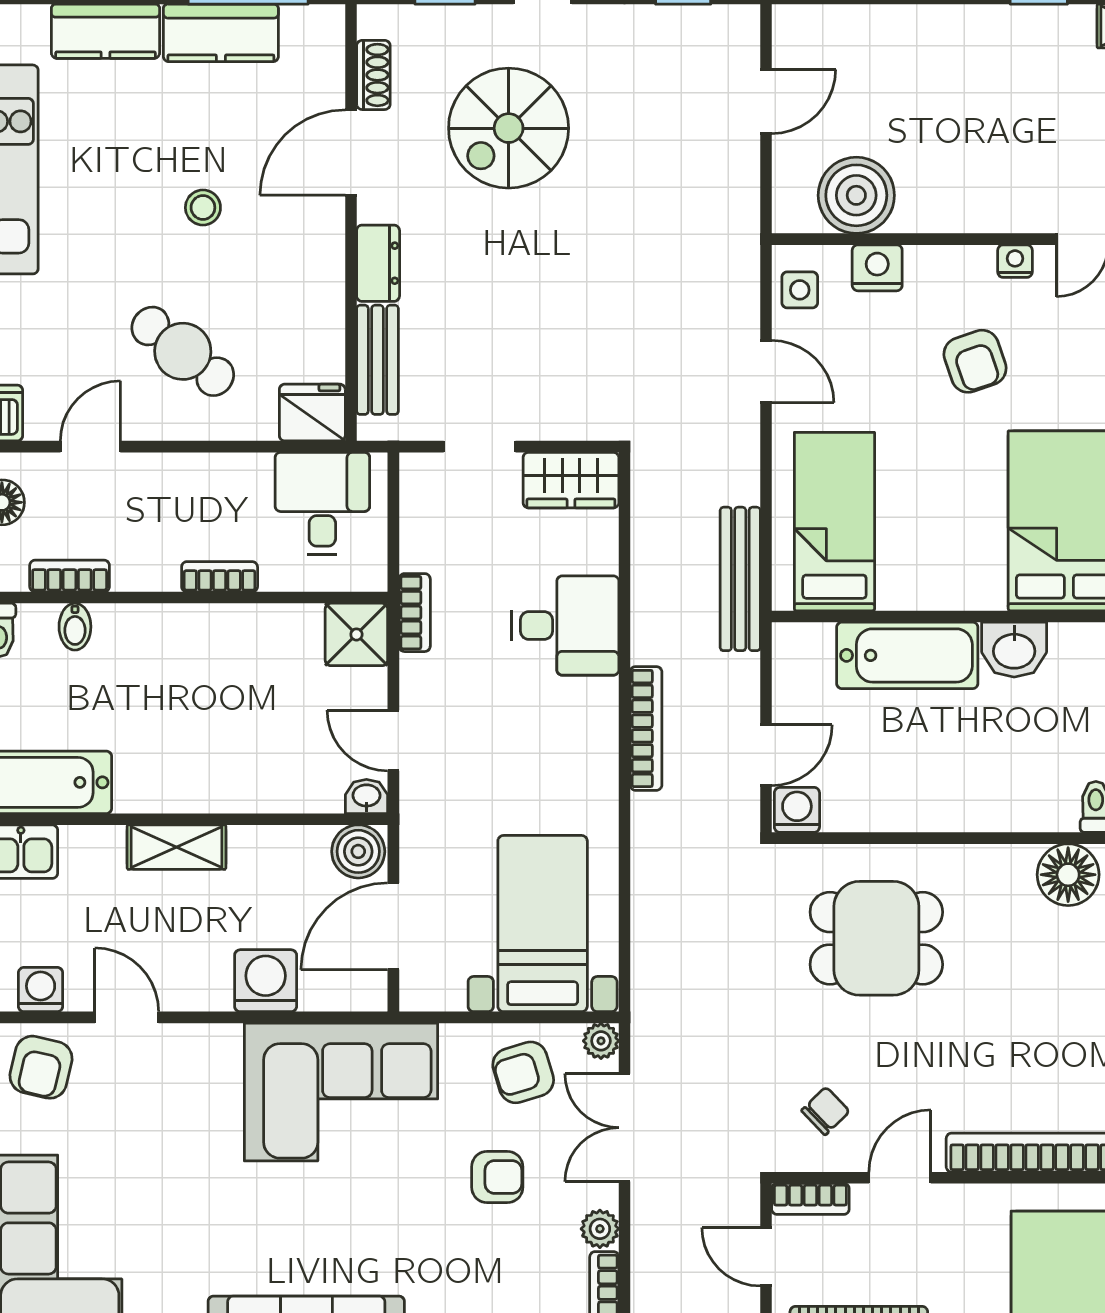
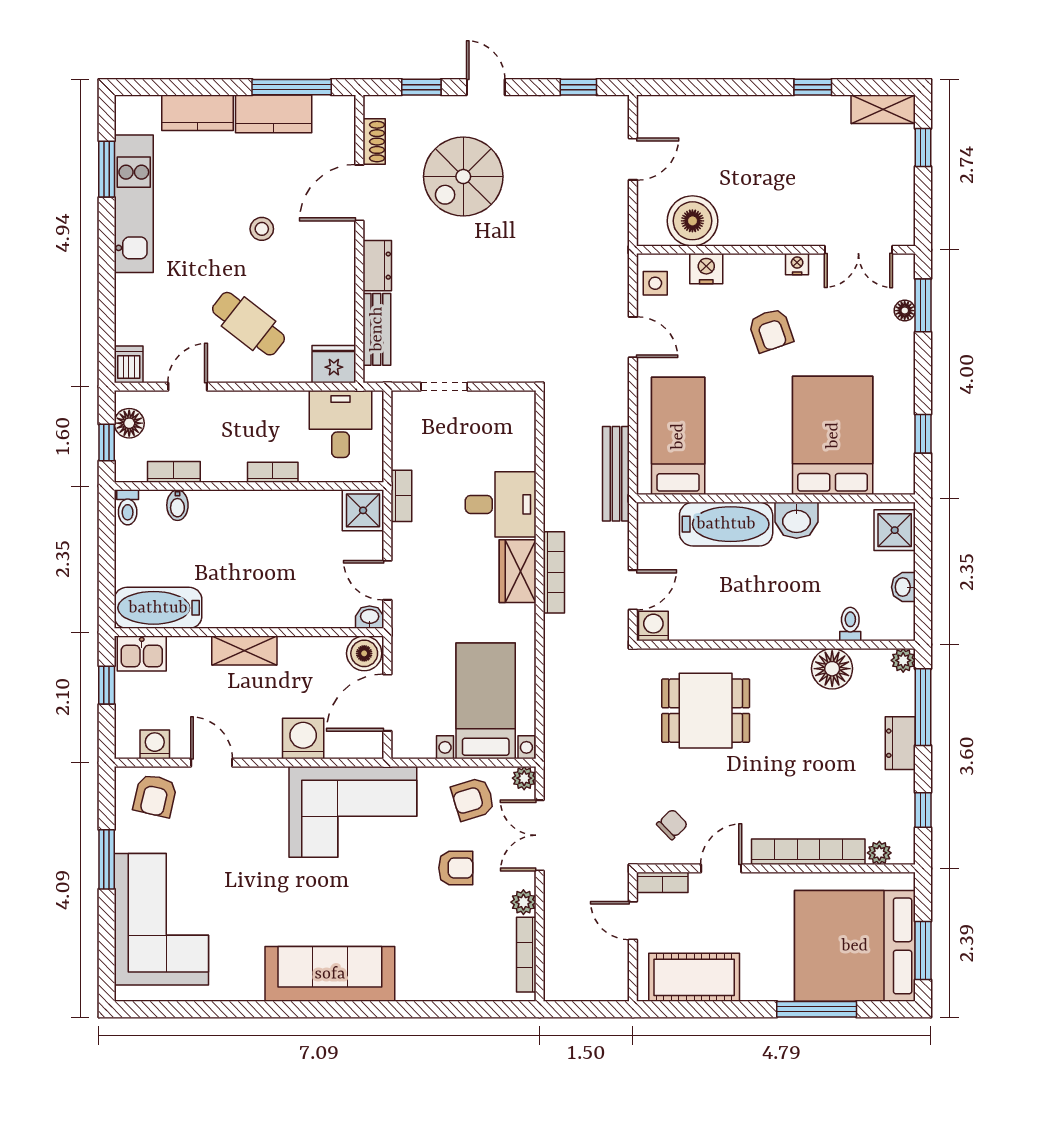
wardrobe: (571, 480) -> (518, 571), moved, turned 90

